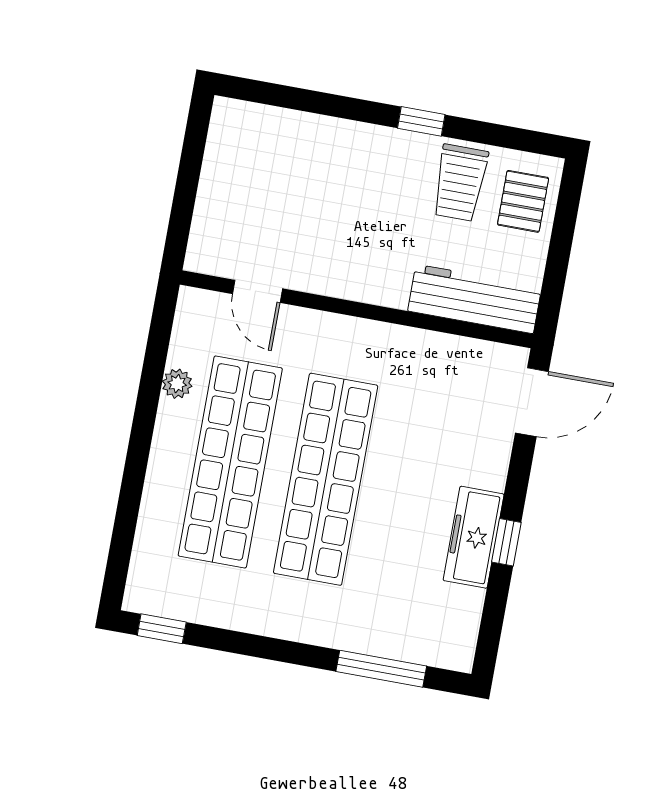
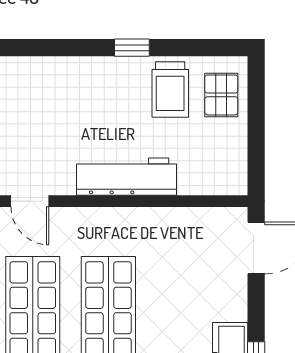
workbench: (475, 299) -> (127, 177), moved

